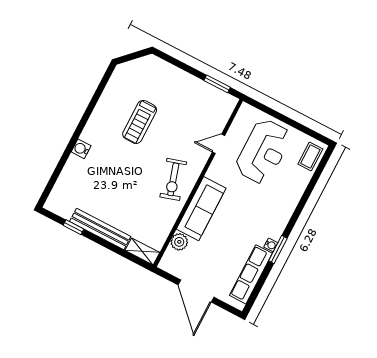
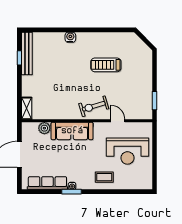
coffee table: (310, 157) -> (104, 177), moved
exercise bike: (173, 179) -> (94, 106), moved
bench: (100, 229) -> (27, 54), moved

